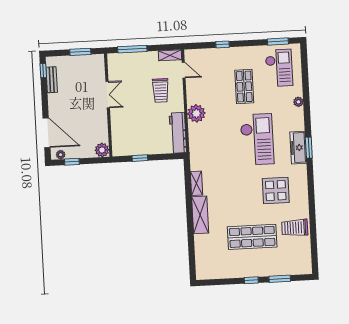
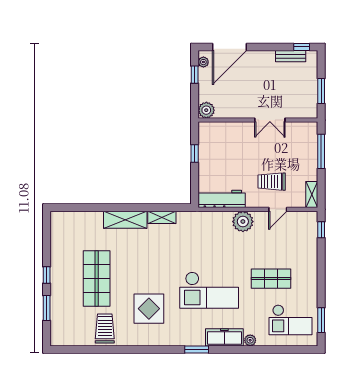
window: (222, 44) -> (321, 230), moved
door: (184, 70) -> (278, 209), moved
freezer: (298, 148) -> (224, 337), moved

